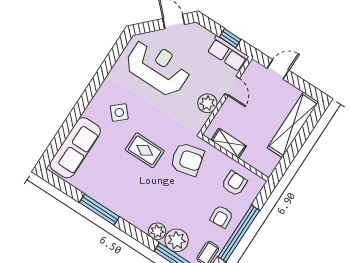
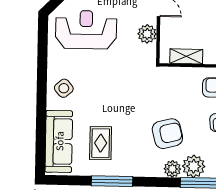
side table: (119, 113) -> (64, 88), moved
rug: (145, 150) -> (101, 143), moved, turned 90
armchair: (187, 159) -> (167, 134), moved

